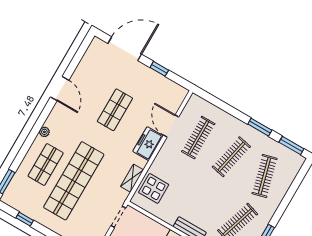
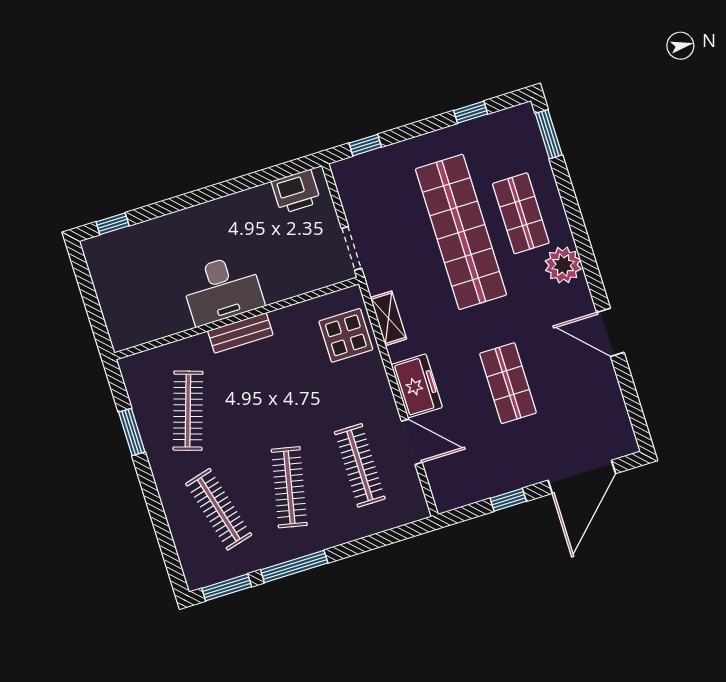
window: (260, 127) -> (294, 566), width x1.44
plant: (44, 132) -> (563, 265), width x1.87, depth x1.87

